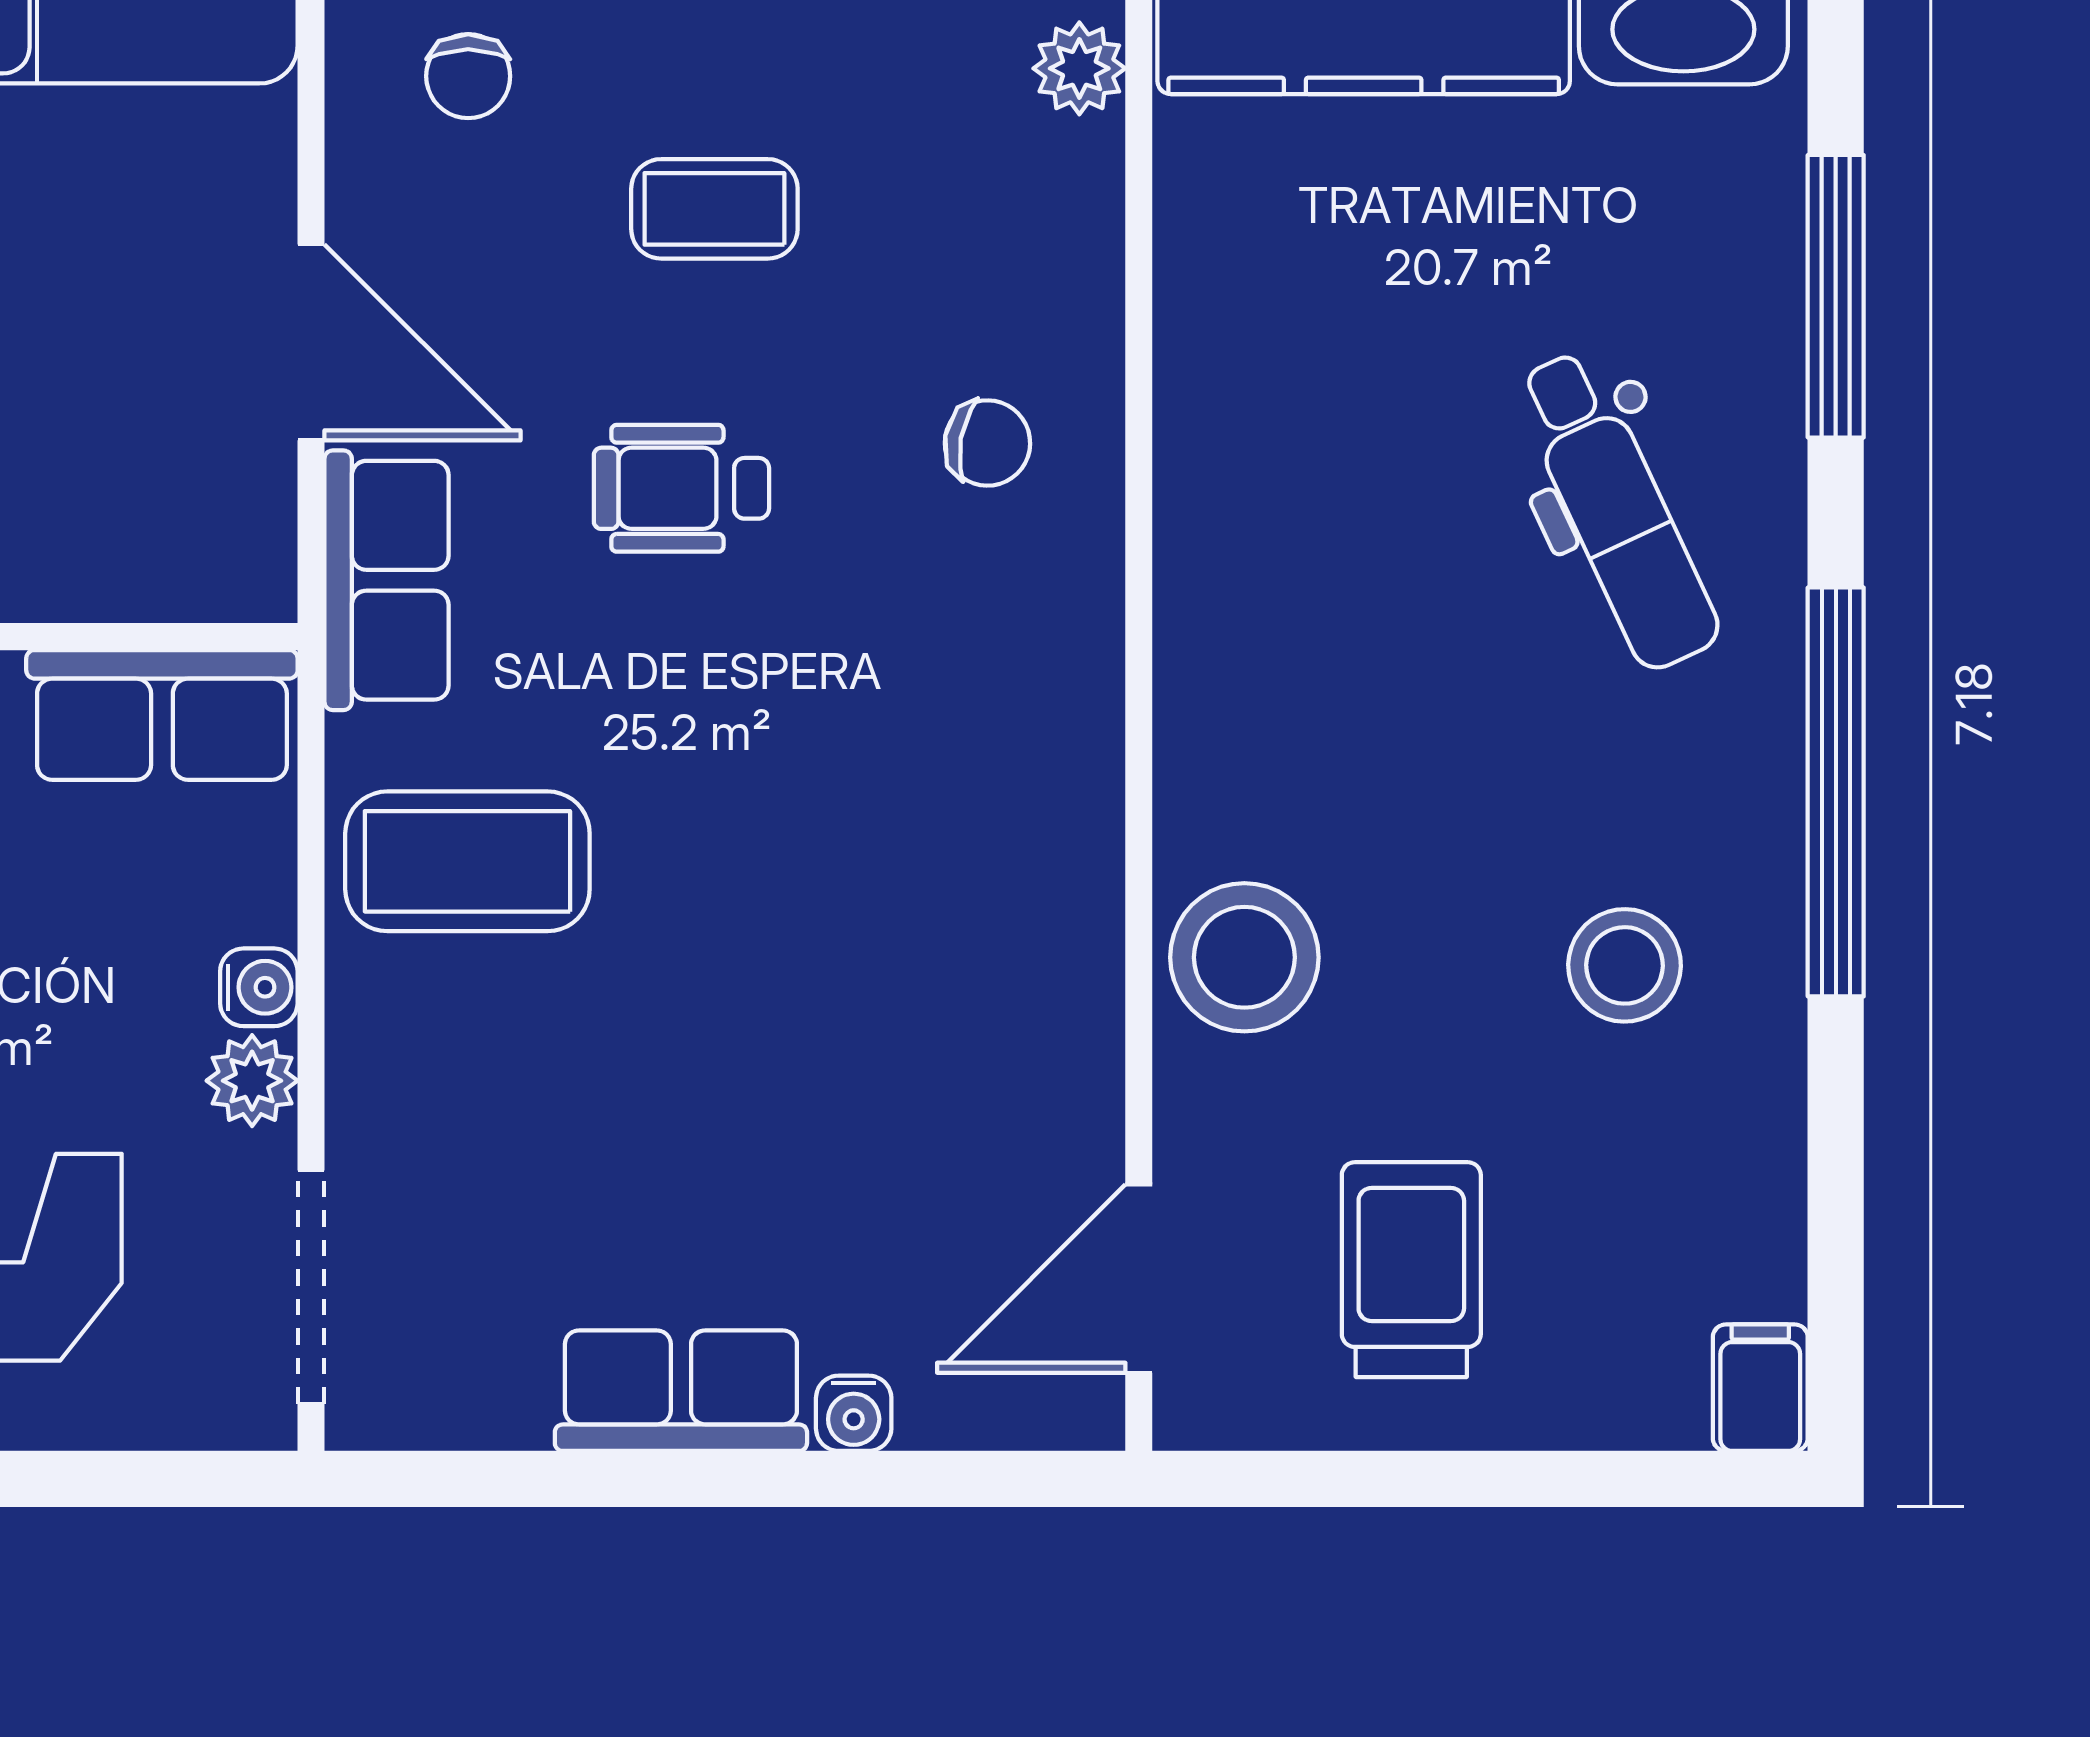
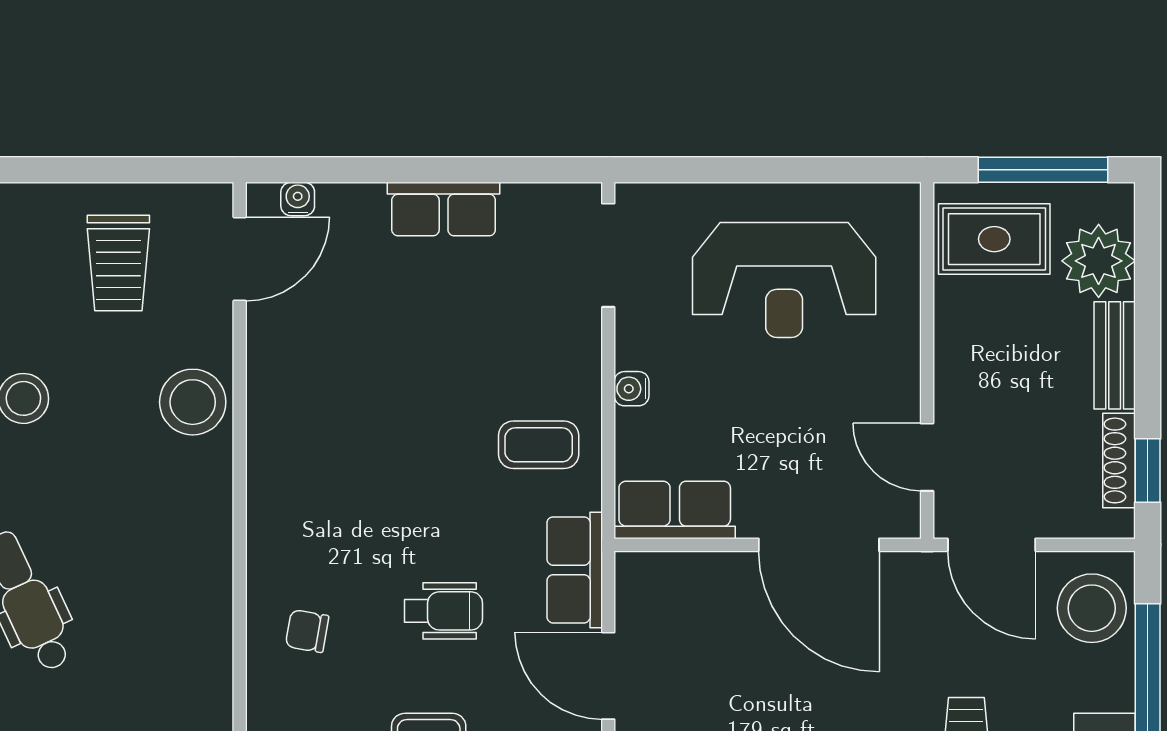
coffee table: (467, 861) -> (539, 445), width x0.73, depth x0.77
plant: (252, 1081) -> (635, 347), removed
water cooler: (854, 1413) -> (298, 199), moved

